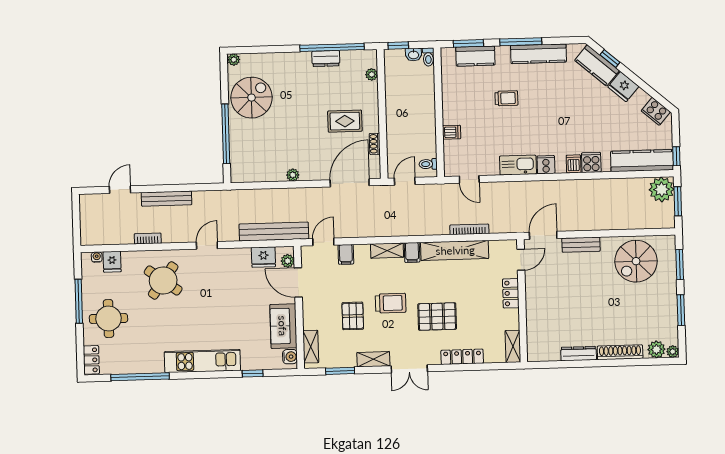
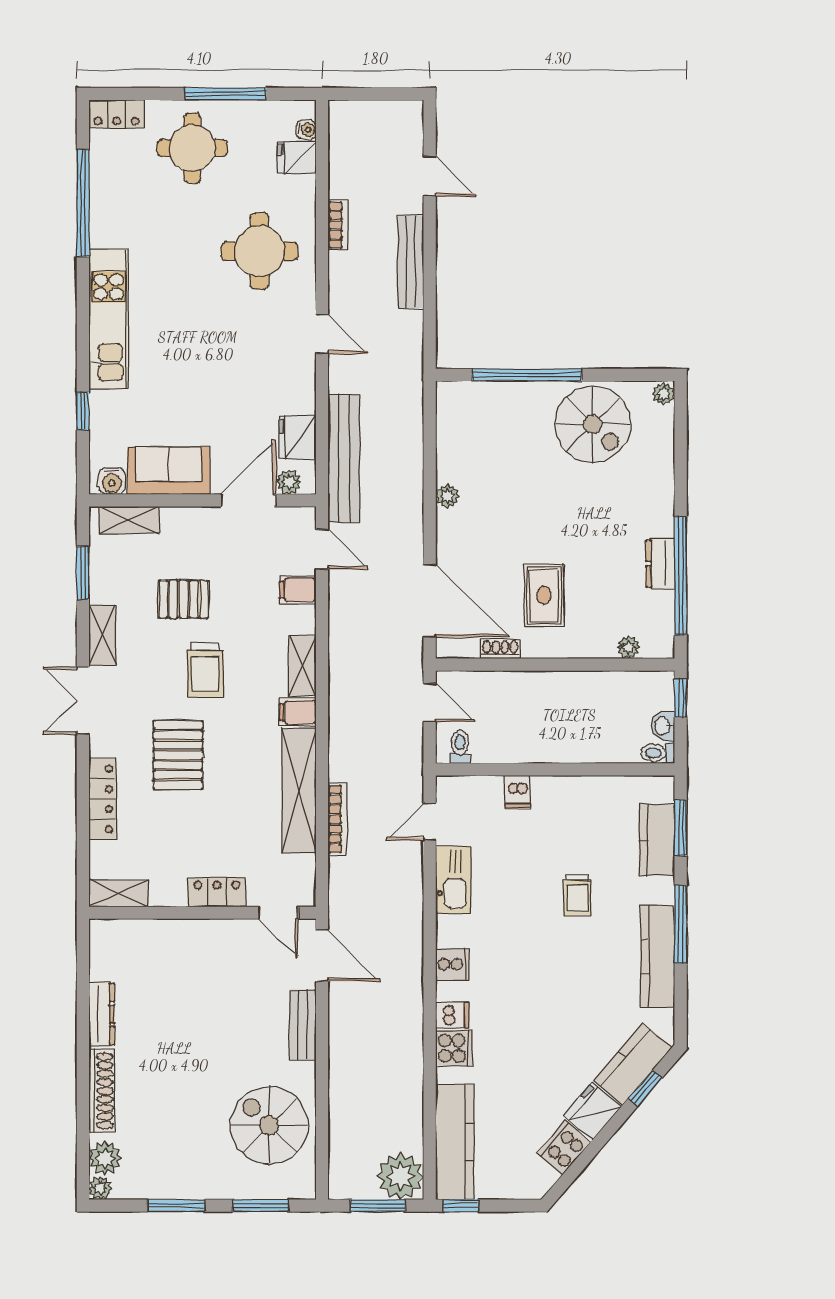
cooker: (656, 111) -> (564, 1148), moved
kitchen sink: (518, 165) -> (453, 880), moved
round table: (163, 280) -> (260, 251), turned -36

